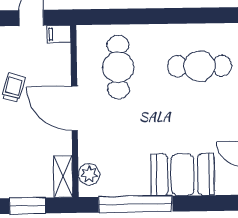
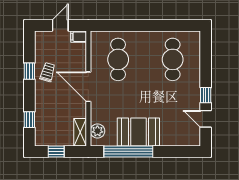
cafe table: (200, 66) -> (173, 59), turned 90
booth: (183, 175) -> (138, 132), moved
window: (28, 206) -> (56, 151), width x0.67

